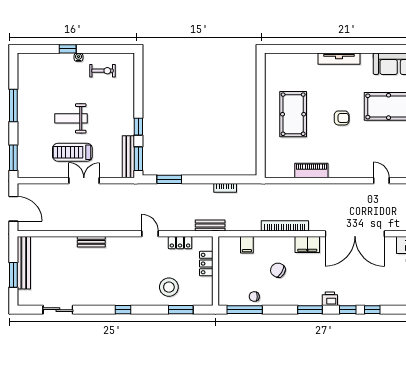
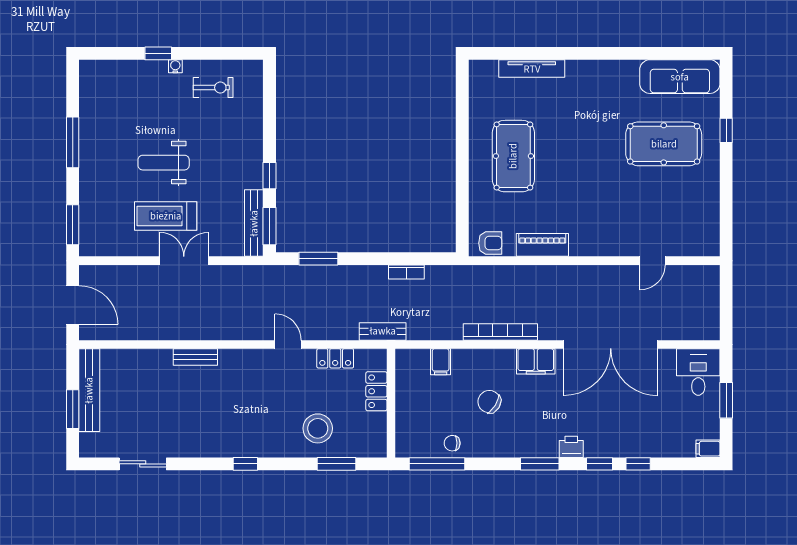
tv unit: (339, 59) -> (532, 69), moved
armchair: (342, 118) -> (490, 243), moved
door: (381, 181) -> (653, 261), swing flipped

